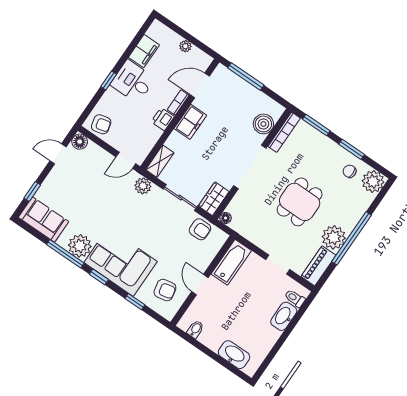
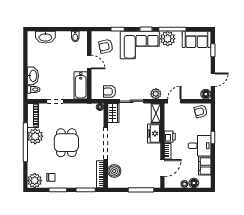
floor lamp: (173, 39) -> (194, 183), added
freezer: (190, 122) -> (154, 134), moved

